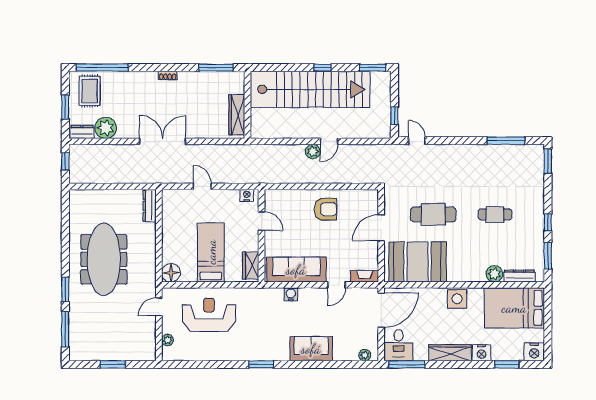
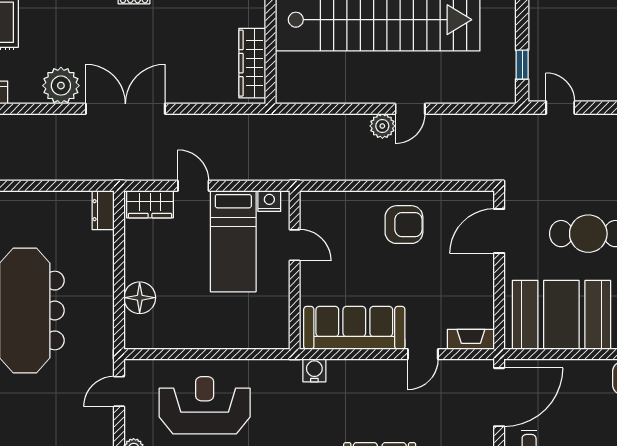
plant: (106, 128) -> (61, 86), moved
dresser: (150, 206) -> (103, 210), width x0.70
door: (381, 228) -> (499, 231), moved
bed: (211, 252) -> (233, 241), moved, turned 180
wardrobe: (251, 265) -> (150, 204), moved, turned -90
floor lamp: (171, 273) -> (140, 298), moved
water cooler: (291, 294) -> (314, 370), moved

